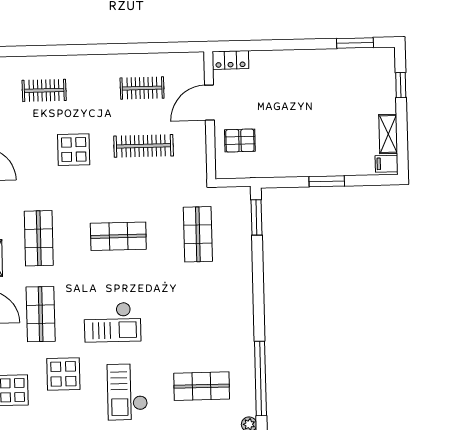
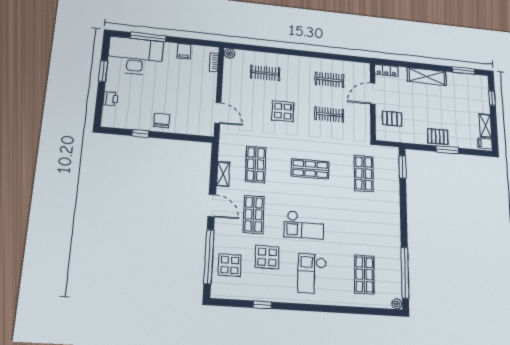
shelving: (295, 62) -> (427, 76), added
clothes rail: (144, 146) -> (329, 114), width x0.73
pallet: (311, 161) -> (438, 137), added
shop shelf: (202, 386) -> (364, 274), turned 90

